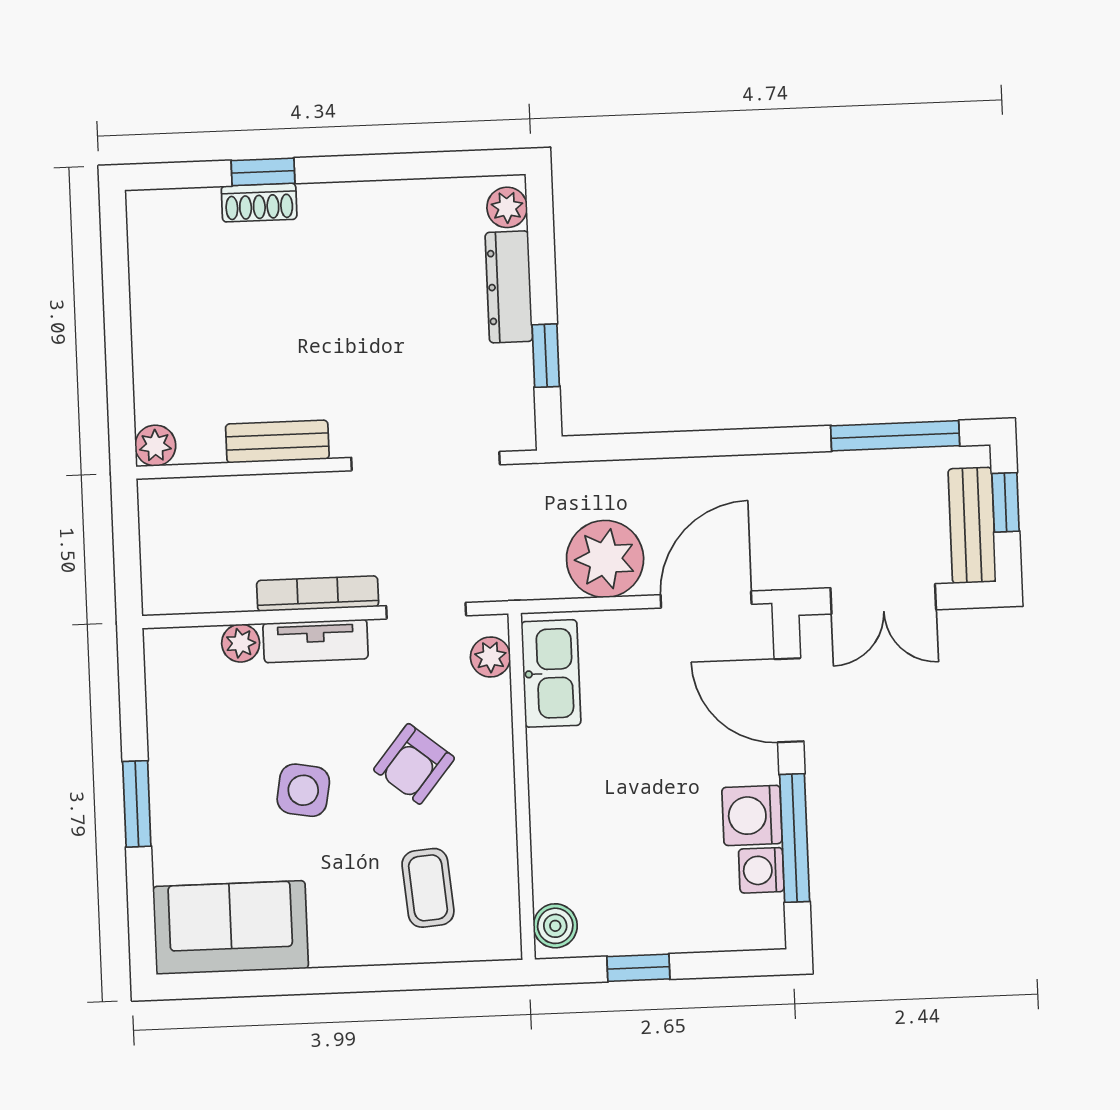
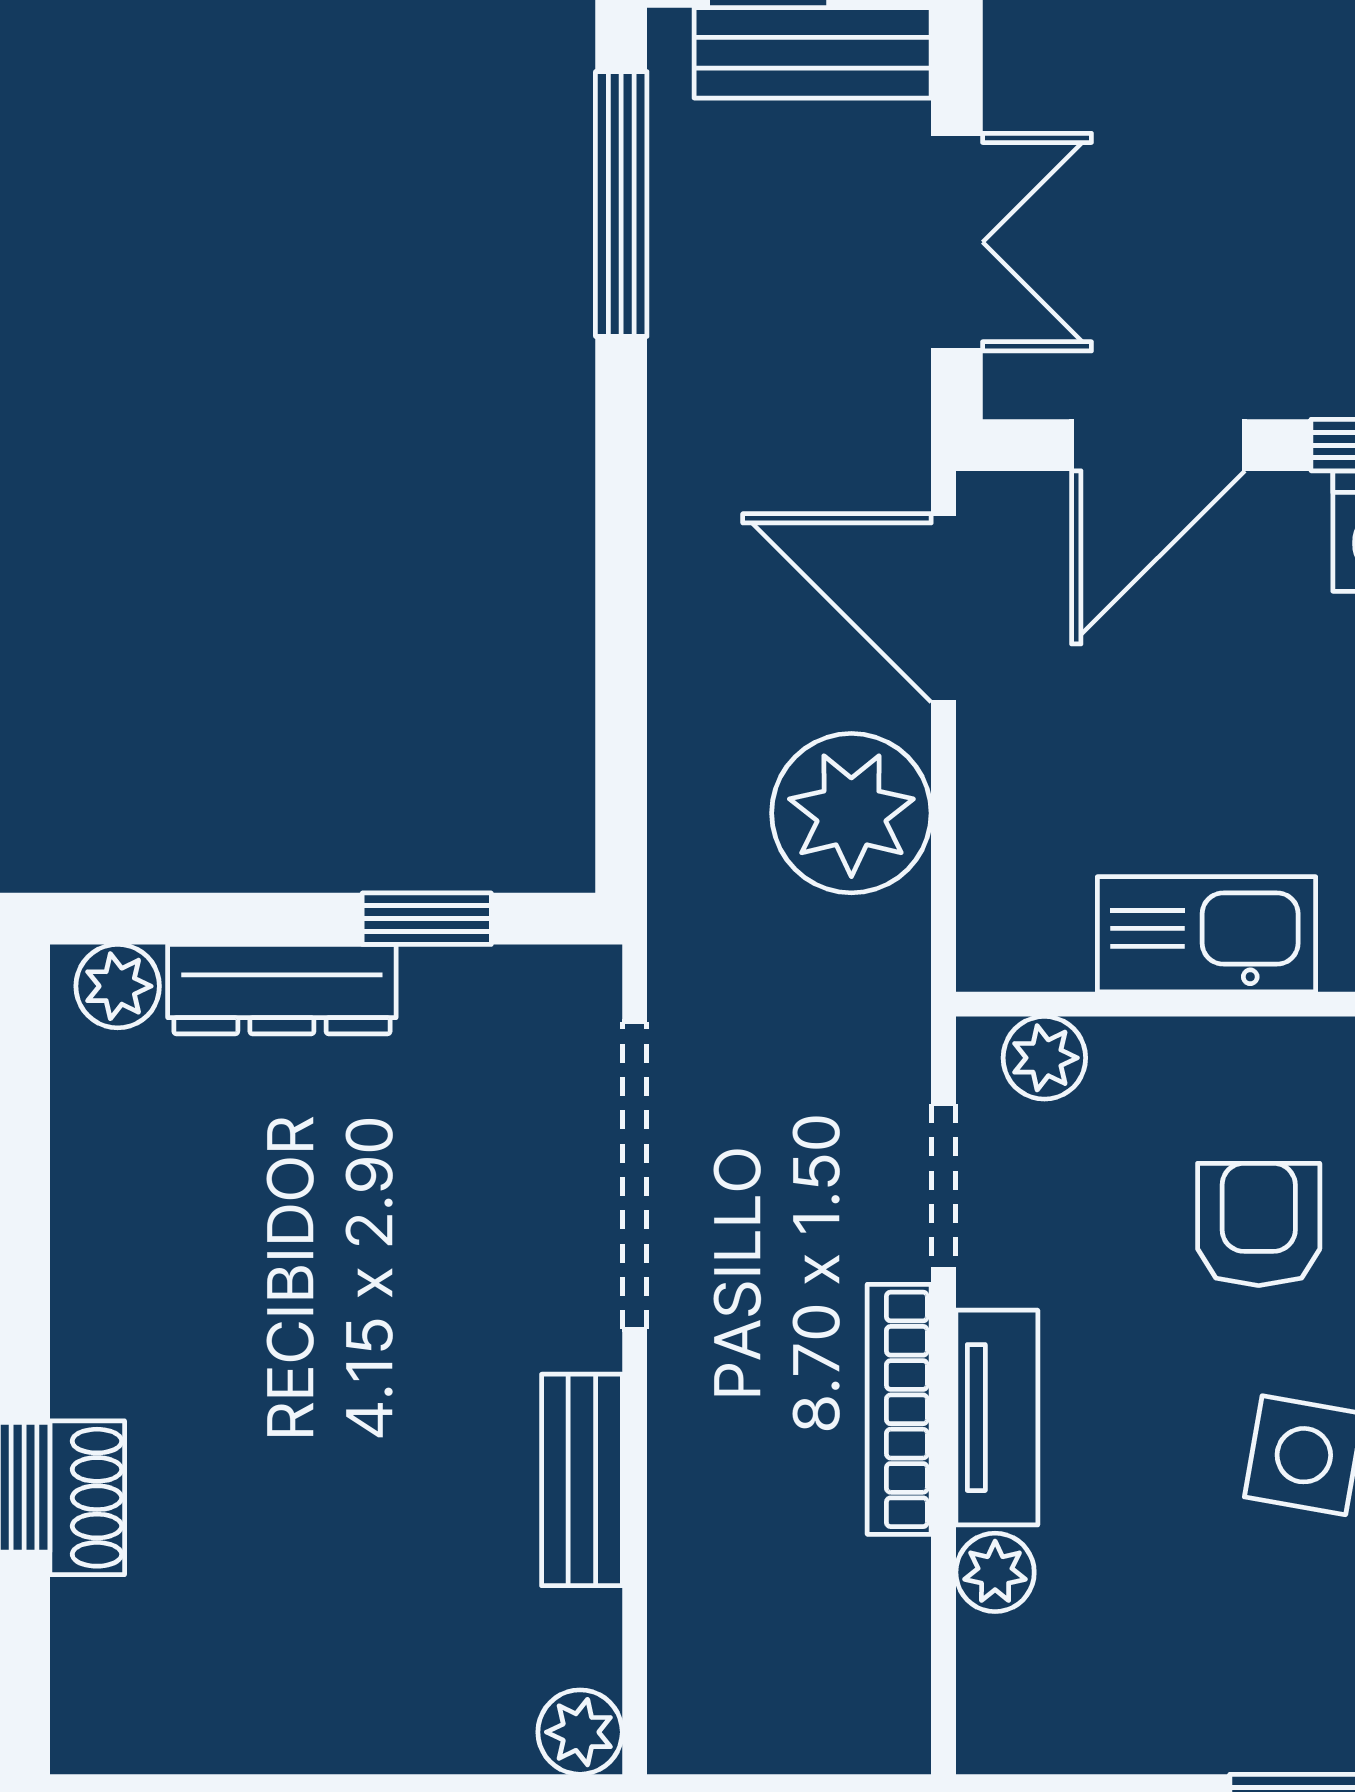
kitchen sink: (551, 673) -> (1207, 934), moved
armchair: (414, 764) -> (1259, 1224), turned -129

